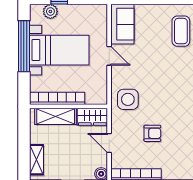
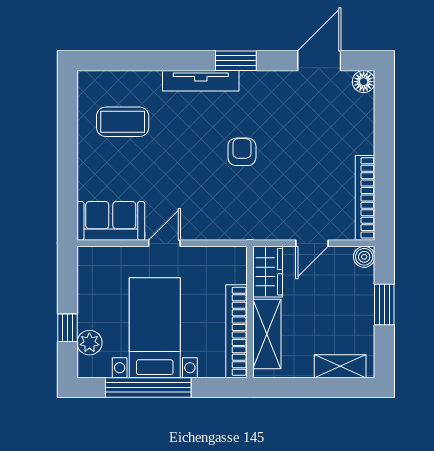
side table: (128, 99) -> (238, 212), removed
armchair: (152, 133) -> (242, 152), moved

